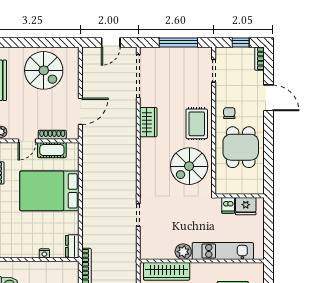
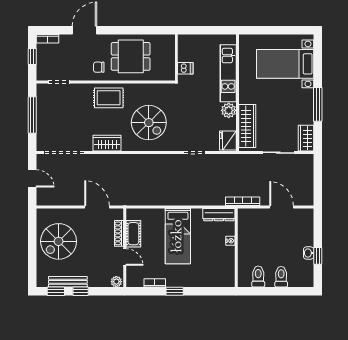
spiral stairs: (44, 70) -> (59, 241), turned 180
spiral stairs: (189, 166) -> (149, 123), moved
bed: (49, 191) -> (178, 236), width x0.67
fridge: (246, 206) -> (228, 141), moved, turned 180
dresser: (72, 246) -> (219, 215), width x1.44

